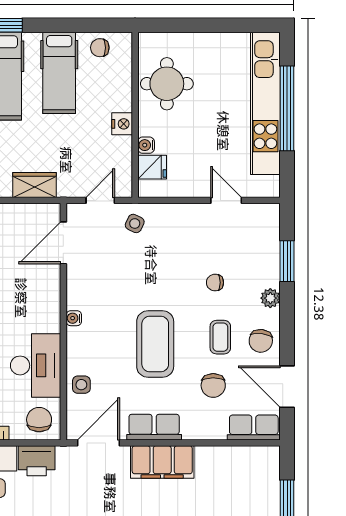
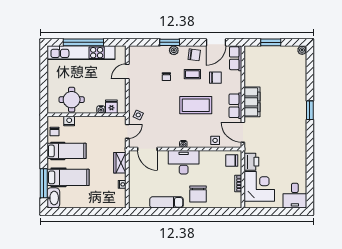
nightstand: (122, 124) -> (69, 121), moved
door: (100, 200) -> (127, 131), swing flipped
window: (287, 261) -> (170, 42), moved
desk: (36, 365) -> (184, 162), moved

